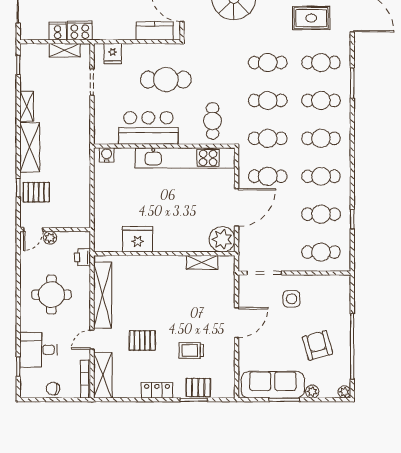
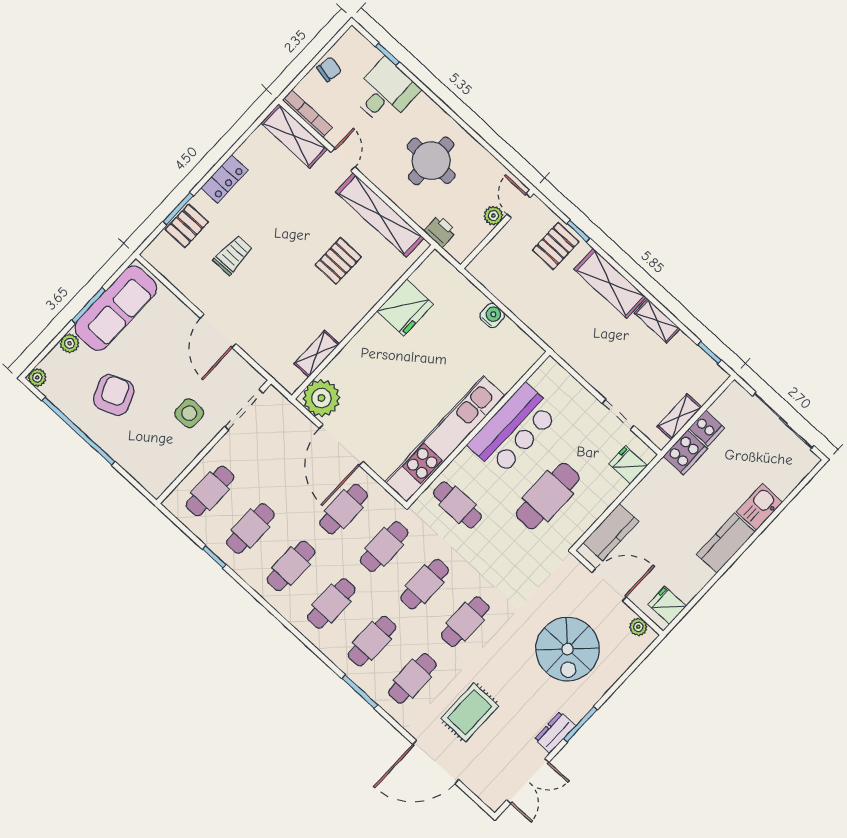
water cooler: (107, 155) -> (492, 315), moved, turned -90
pallet: (142, 341) -> (338, 261), moved
armchair: (317, 345) -> (114, 395), turned -97

